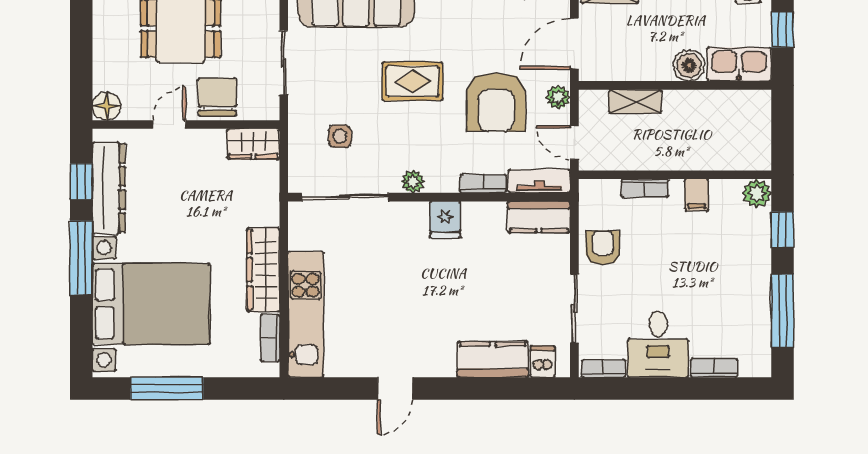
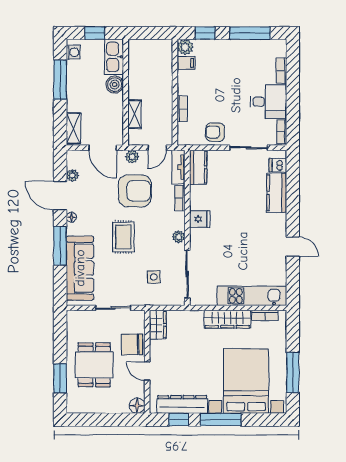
filing cabinet: (697, 195) -> (186, 63), moved

